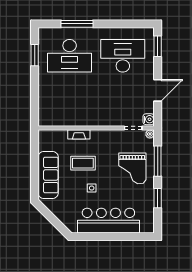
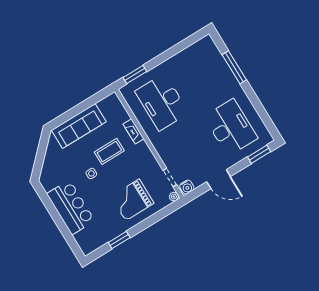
window: (35, 55) -> (135, 74), moved
desk: (70, 56) -> (162, 102), moved
window: (158, 161) -> (153, 219), removed
coffee table: (83, 163) -> (109, 151), turned 90
bar counter: (108, 221) -> (71, 207), width x0.73

